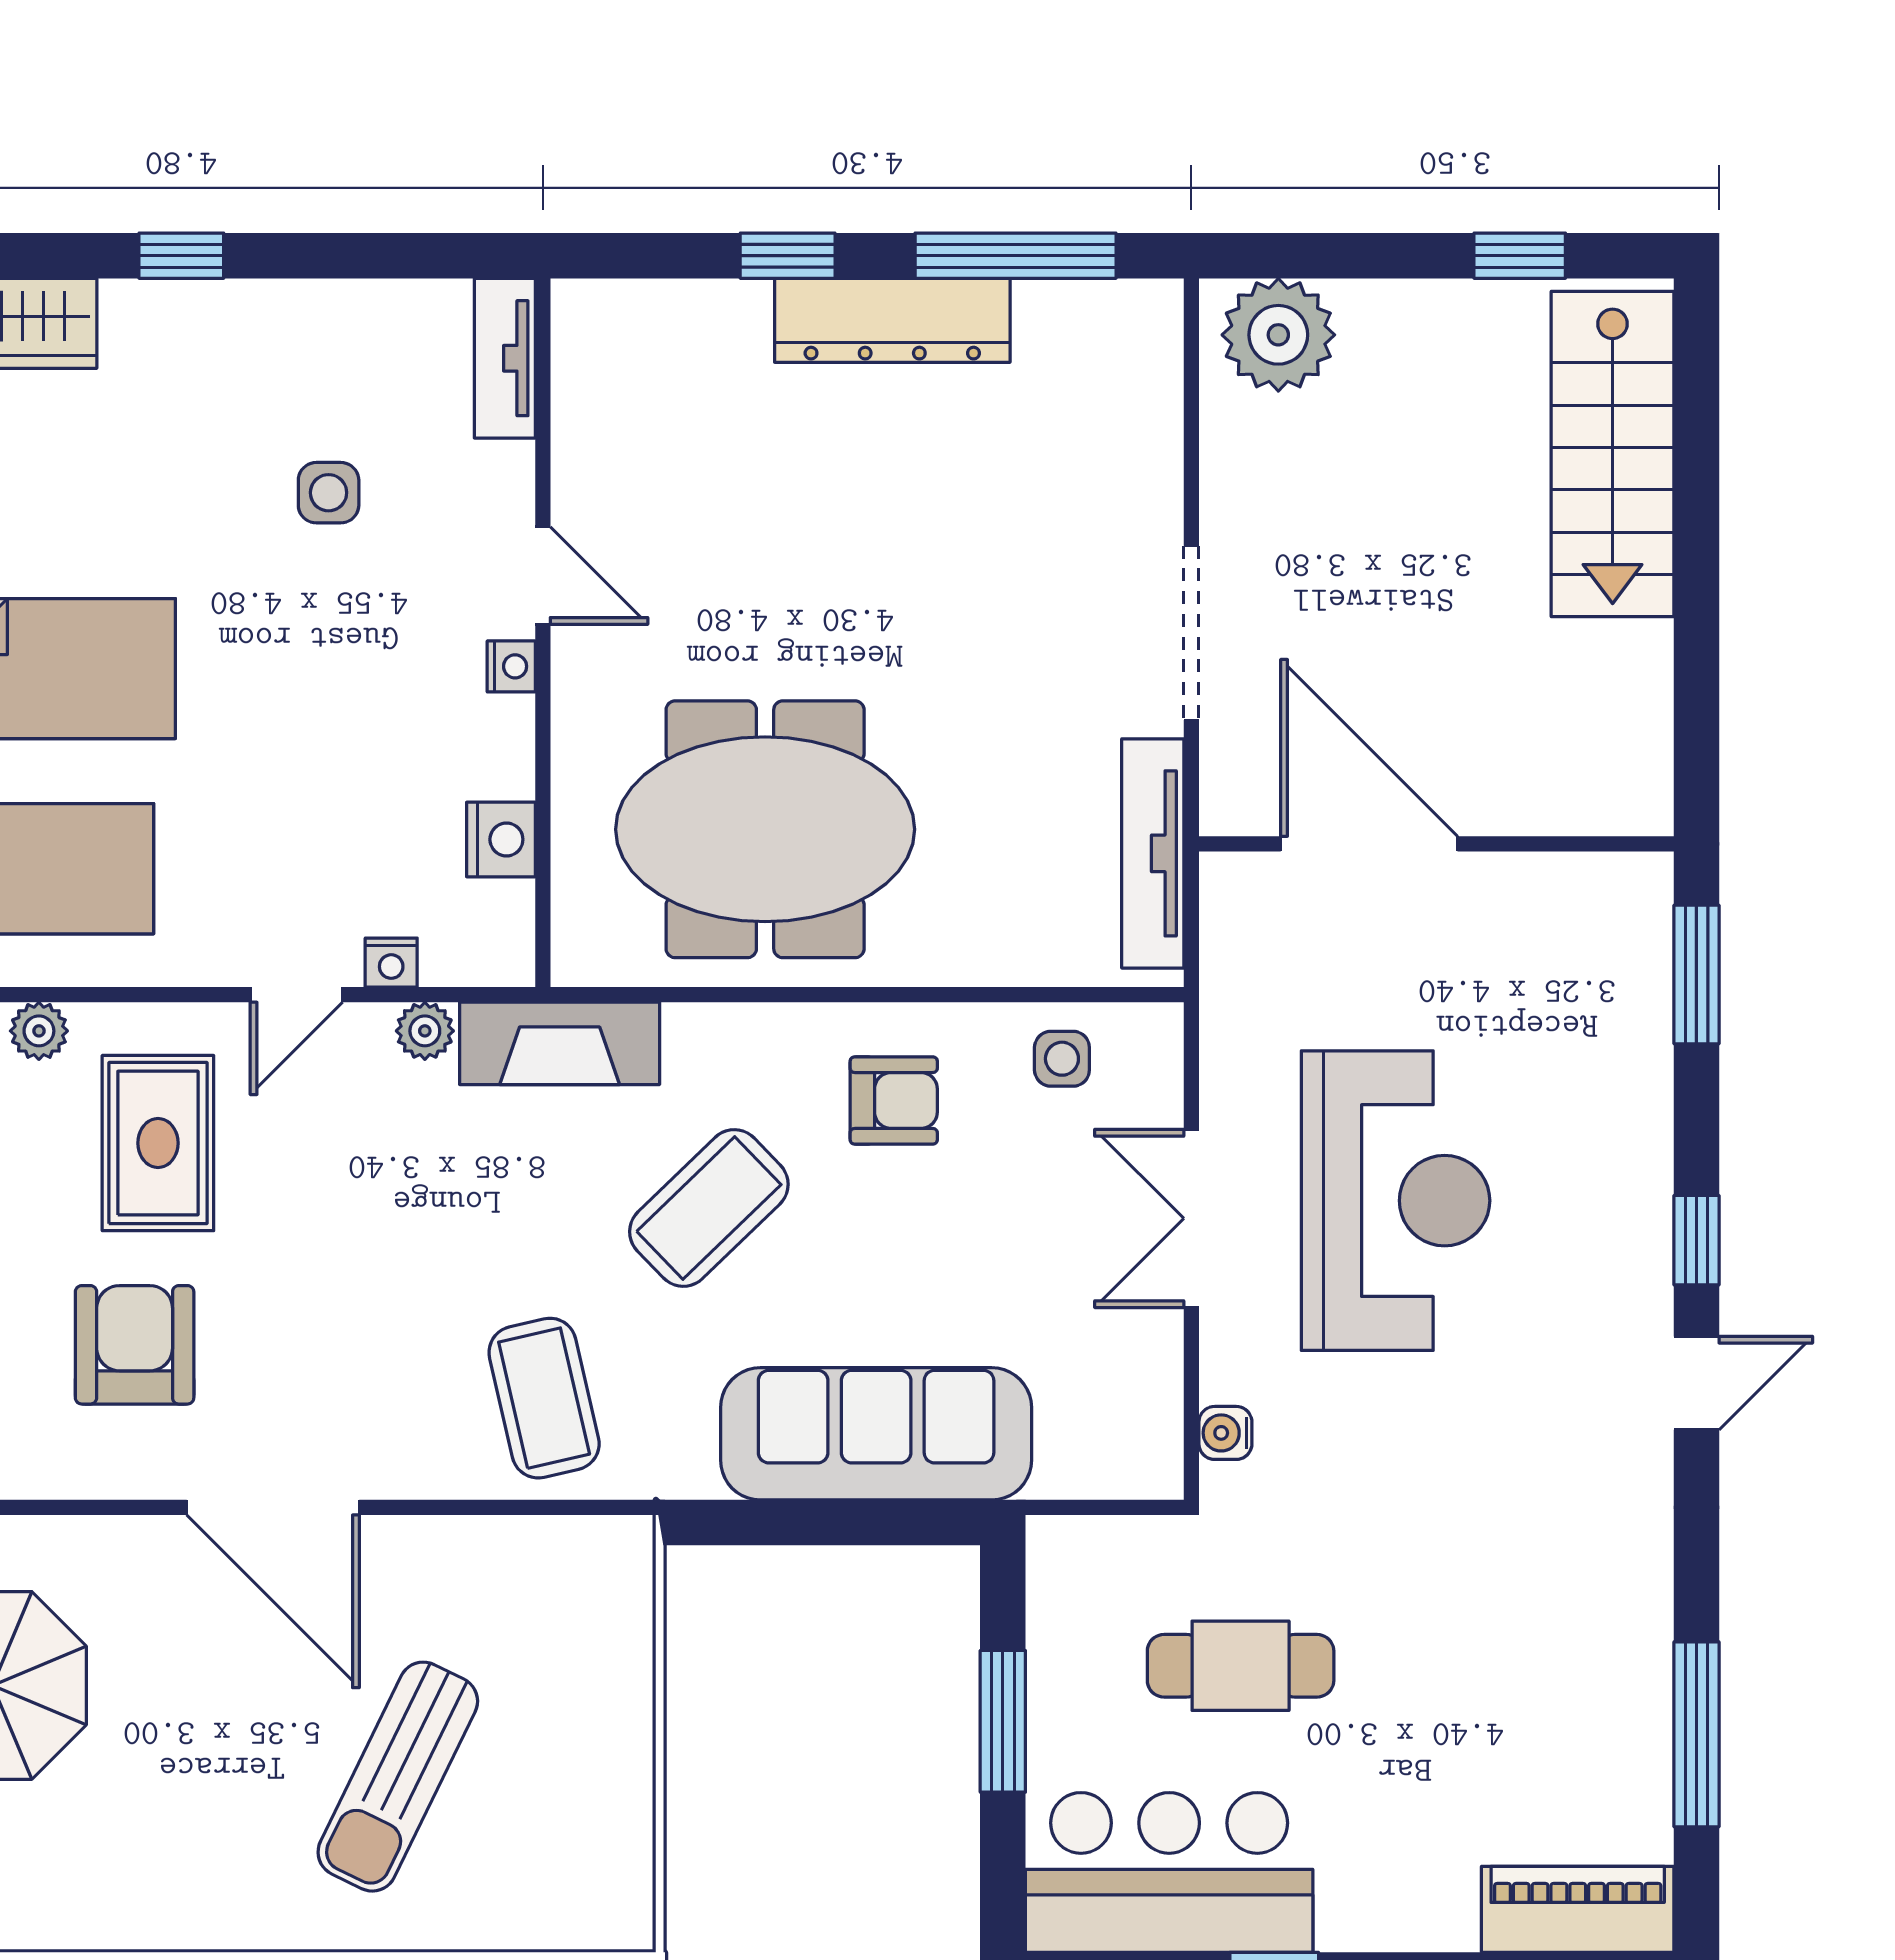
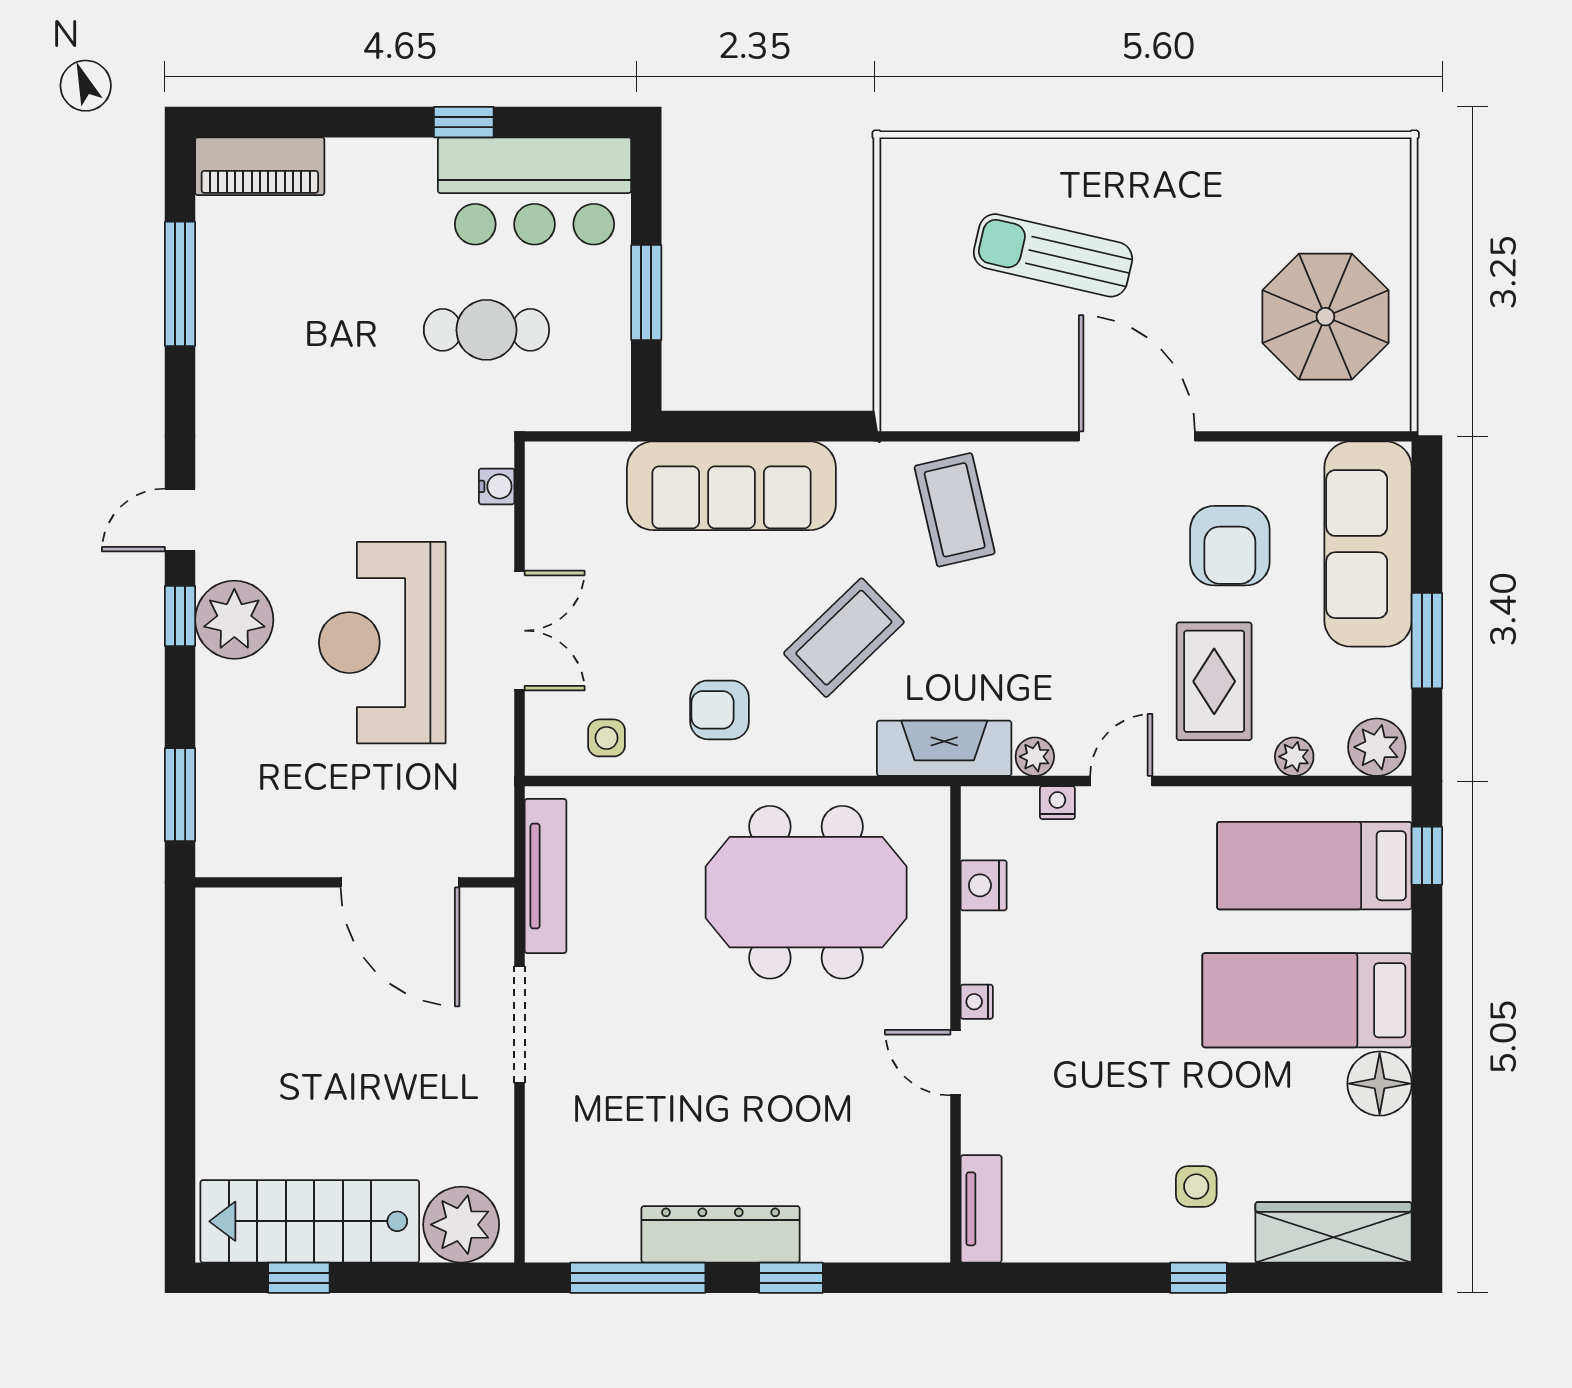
stairs: (1613, 454) -> (310, 1221), moved, turned -90
side table: (329, 493) -> (1196, 1186), moved
plant: (1616, 1235) -> (234, 620), added
sun lounger: (398, 1777) -> (1053, 255), turned -103

